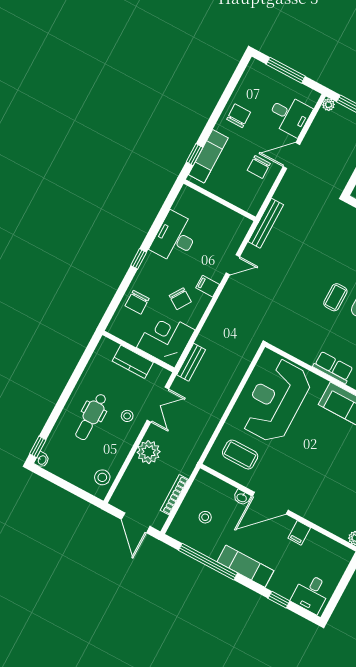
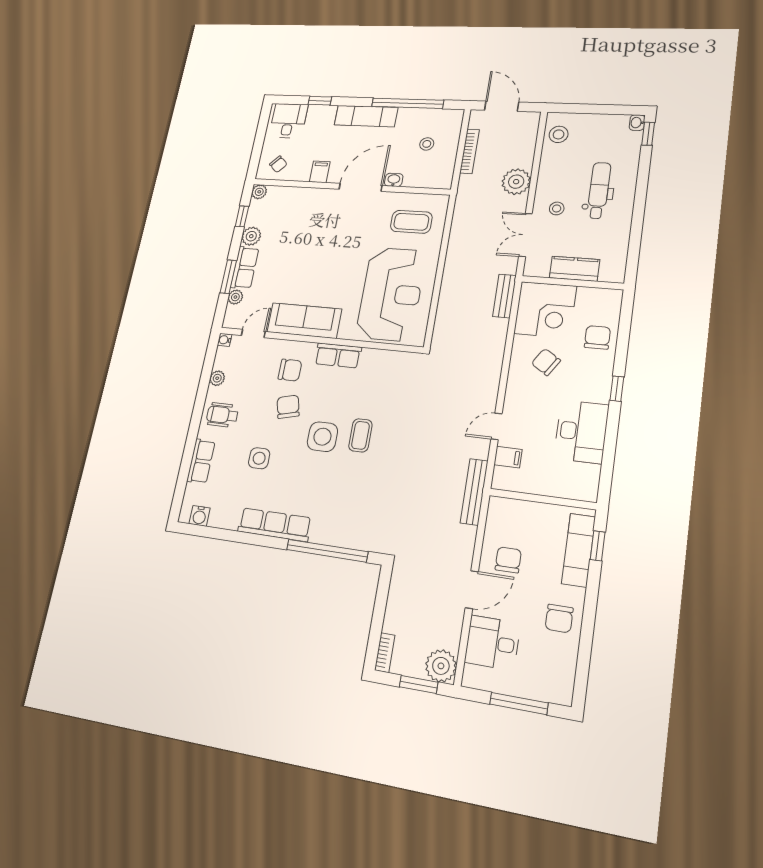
plant: (328, 105) -> (441, 666), width x1.88, depth x1.88
filing cabinet: (208, 286) -> (508, 457), moved
chair: (332, 556) -> (278, 164), added

